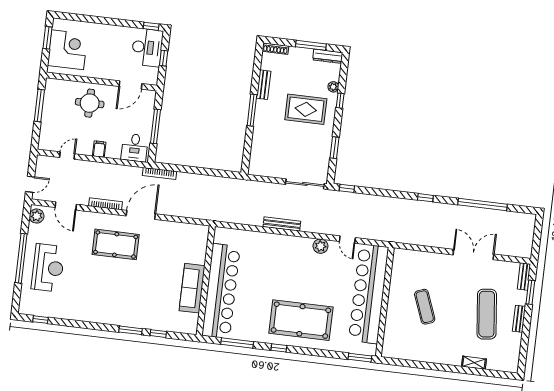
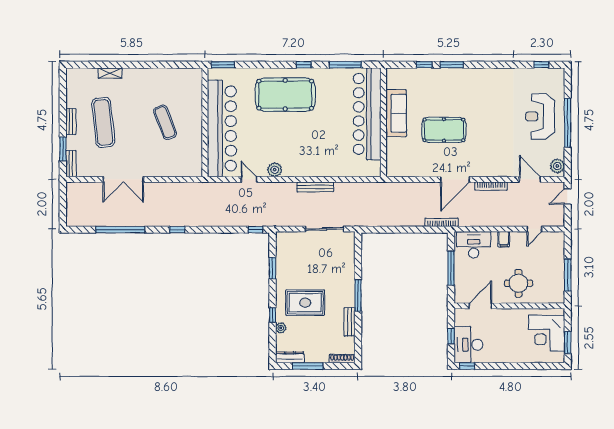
desk: (135, 148) -> (474, 245), width x1.37
sliding door: (305, 184) -> (324, 229), moved
pool table: (116, 244) -> (444, 130), moved

